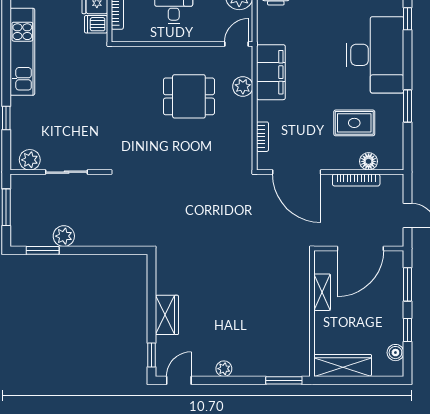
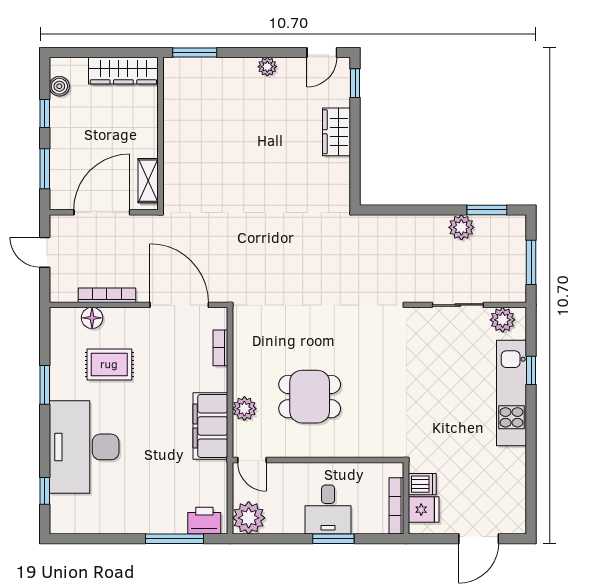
door: (236, 44) -> (252, 460), hinge flipped
kitchen unit: (22, 52) -> (511, 393), moved
shelving: (322, 292) -> (148, 181), moved

